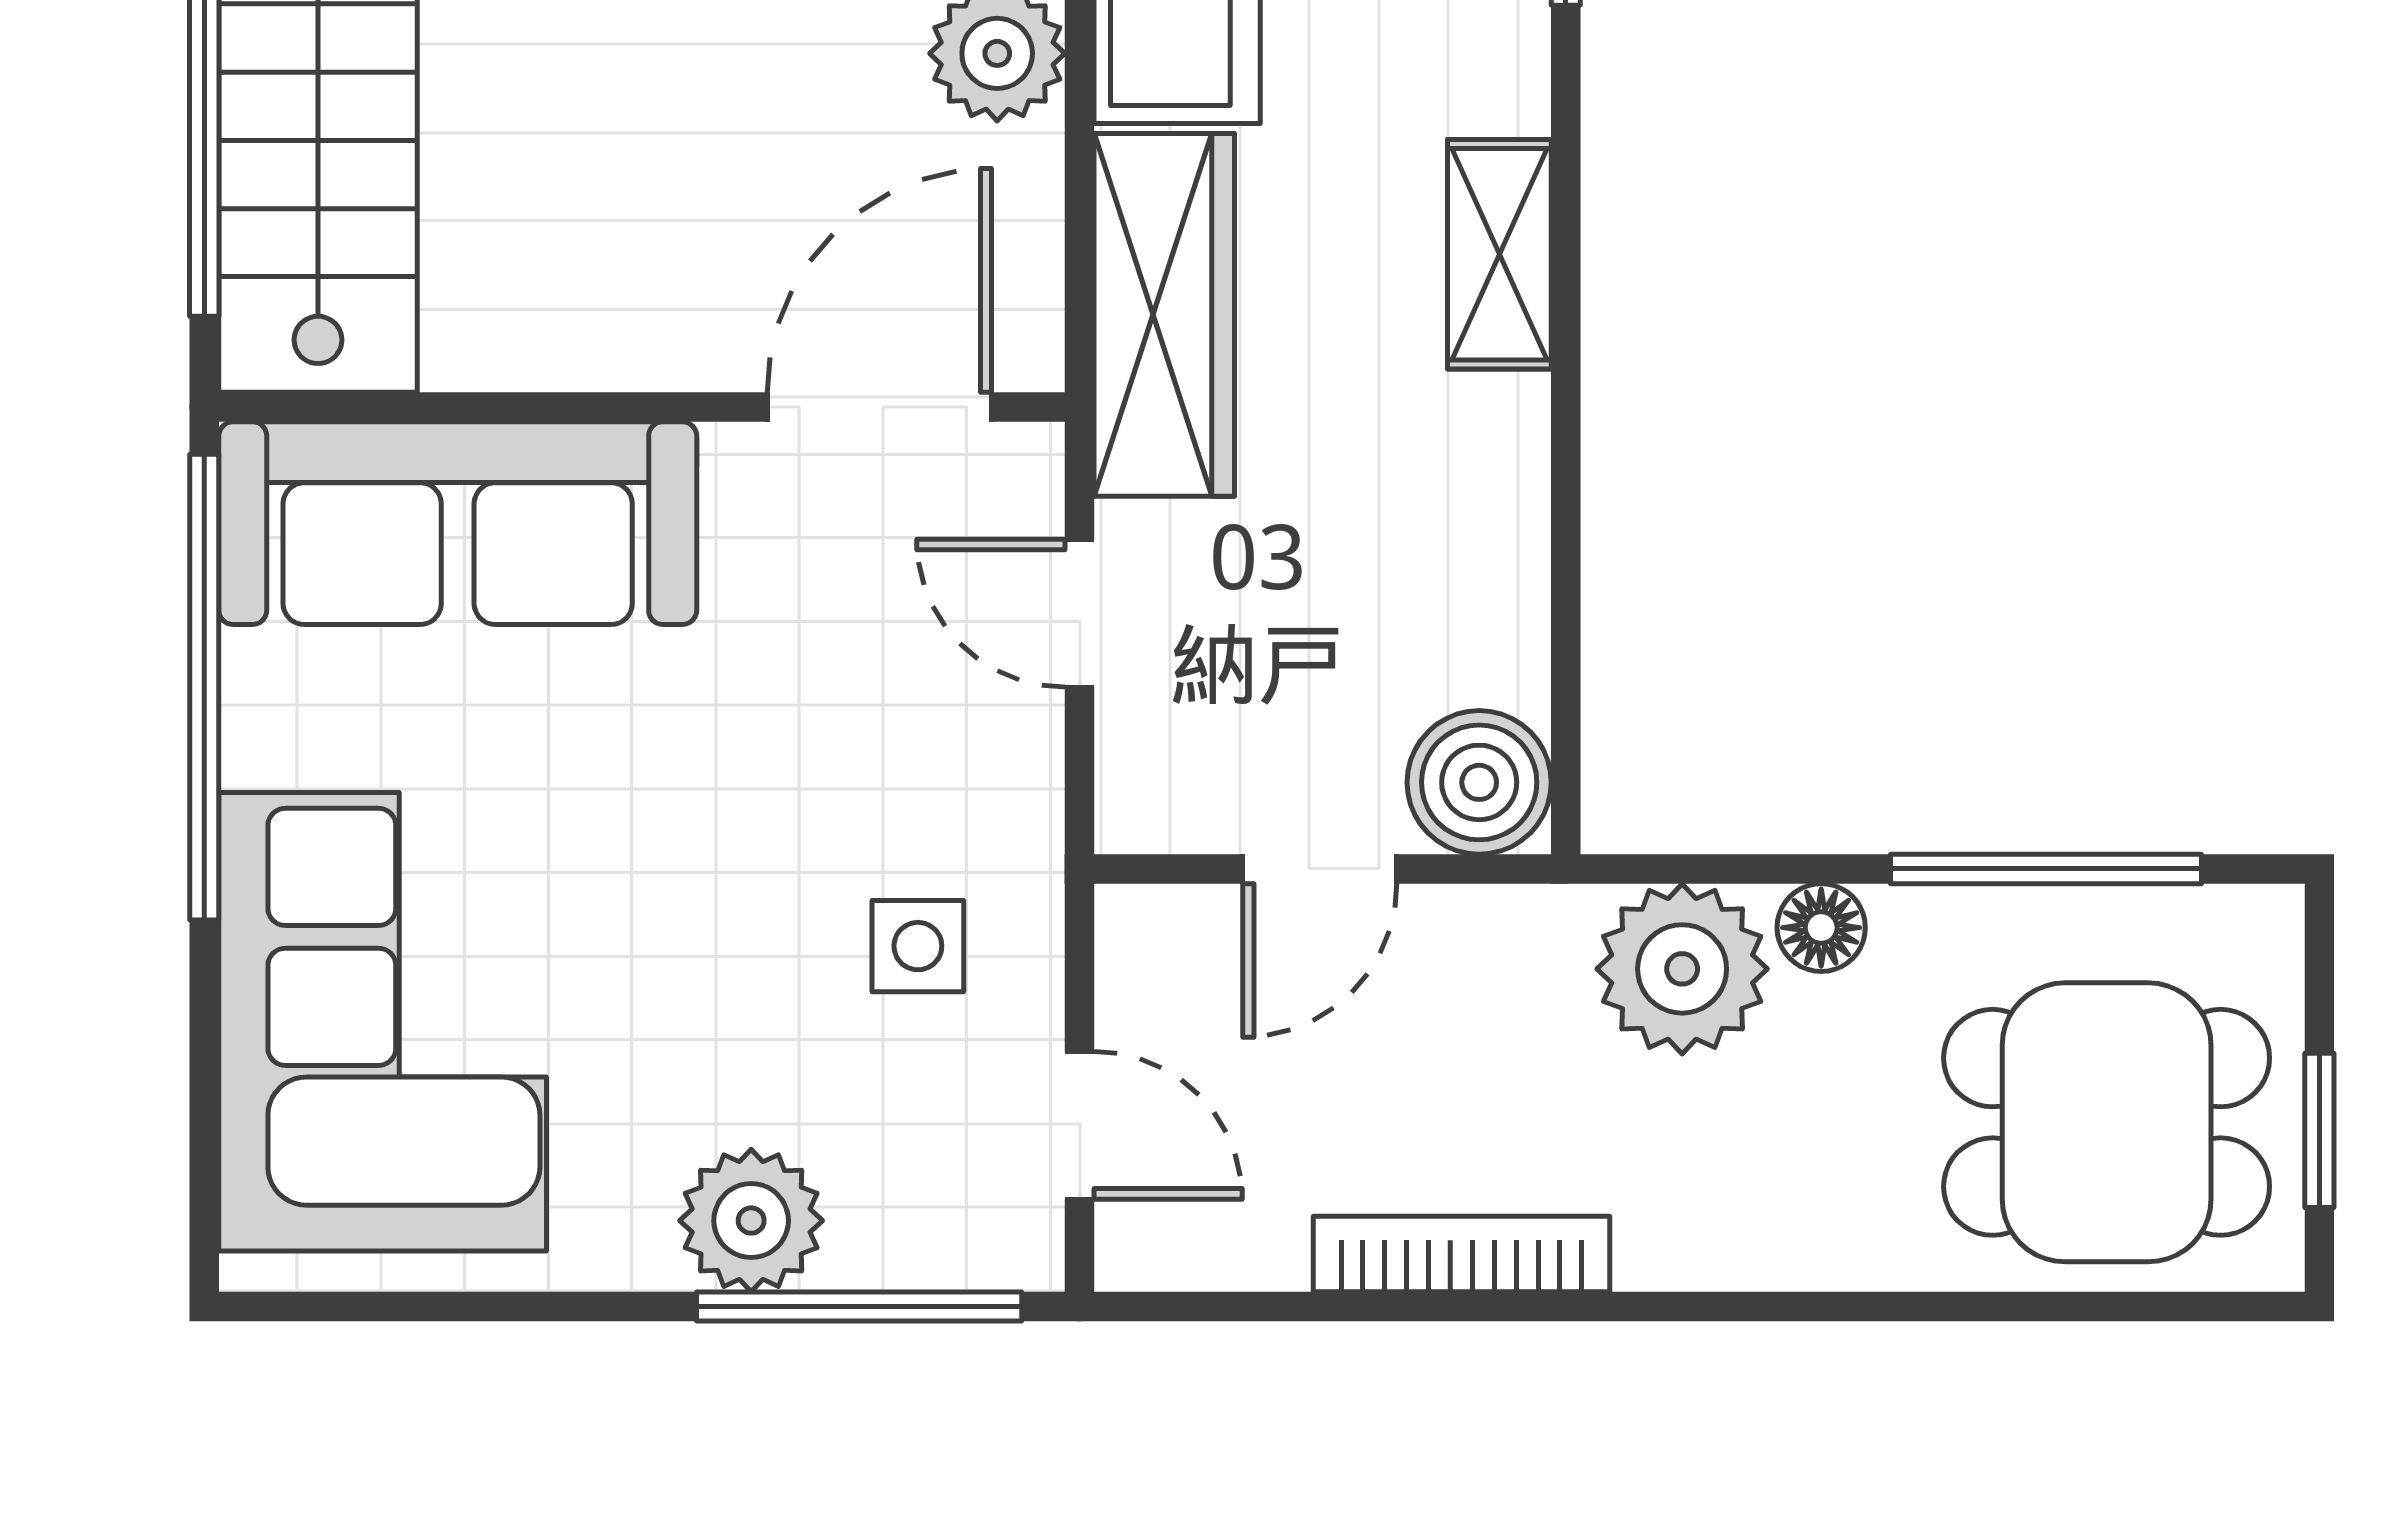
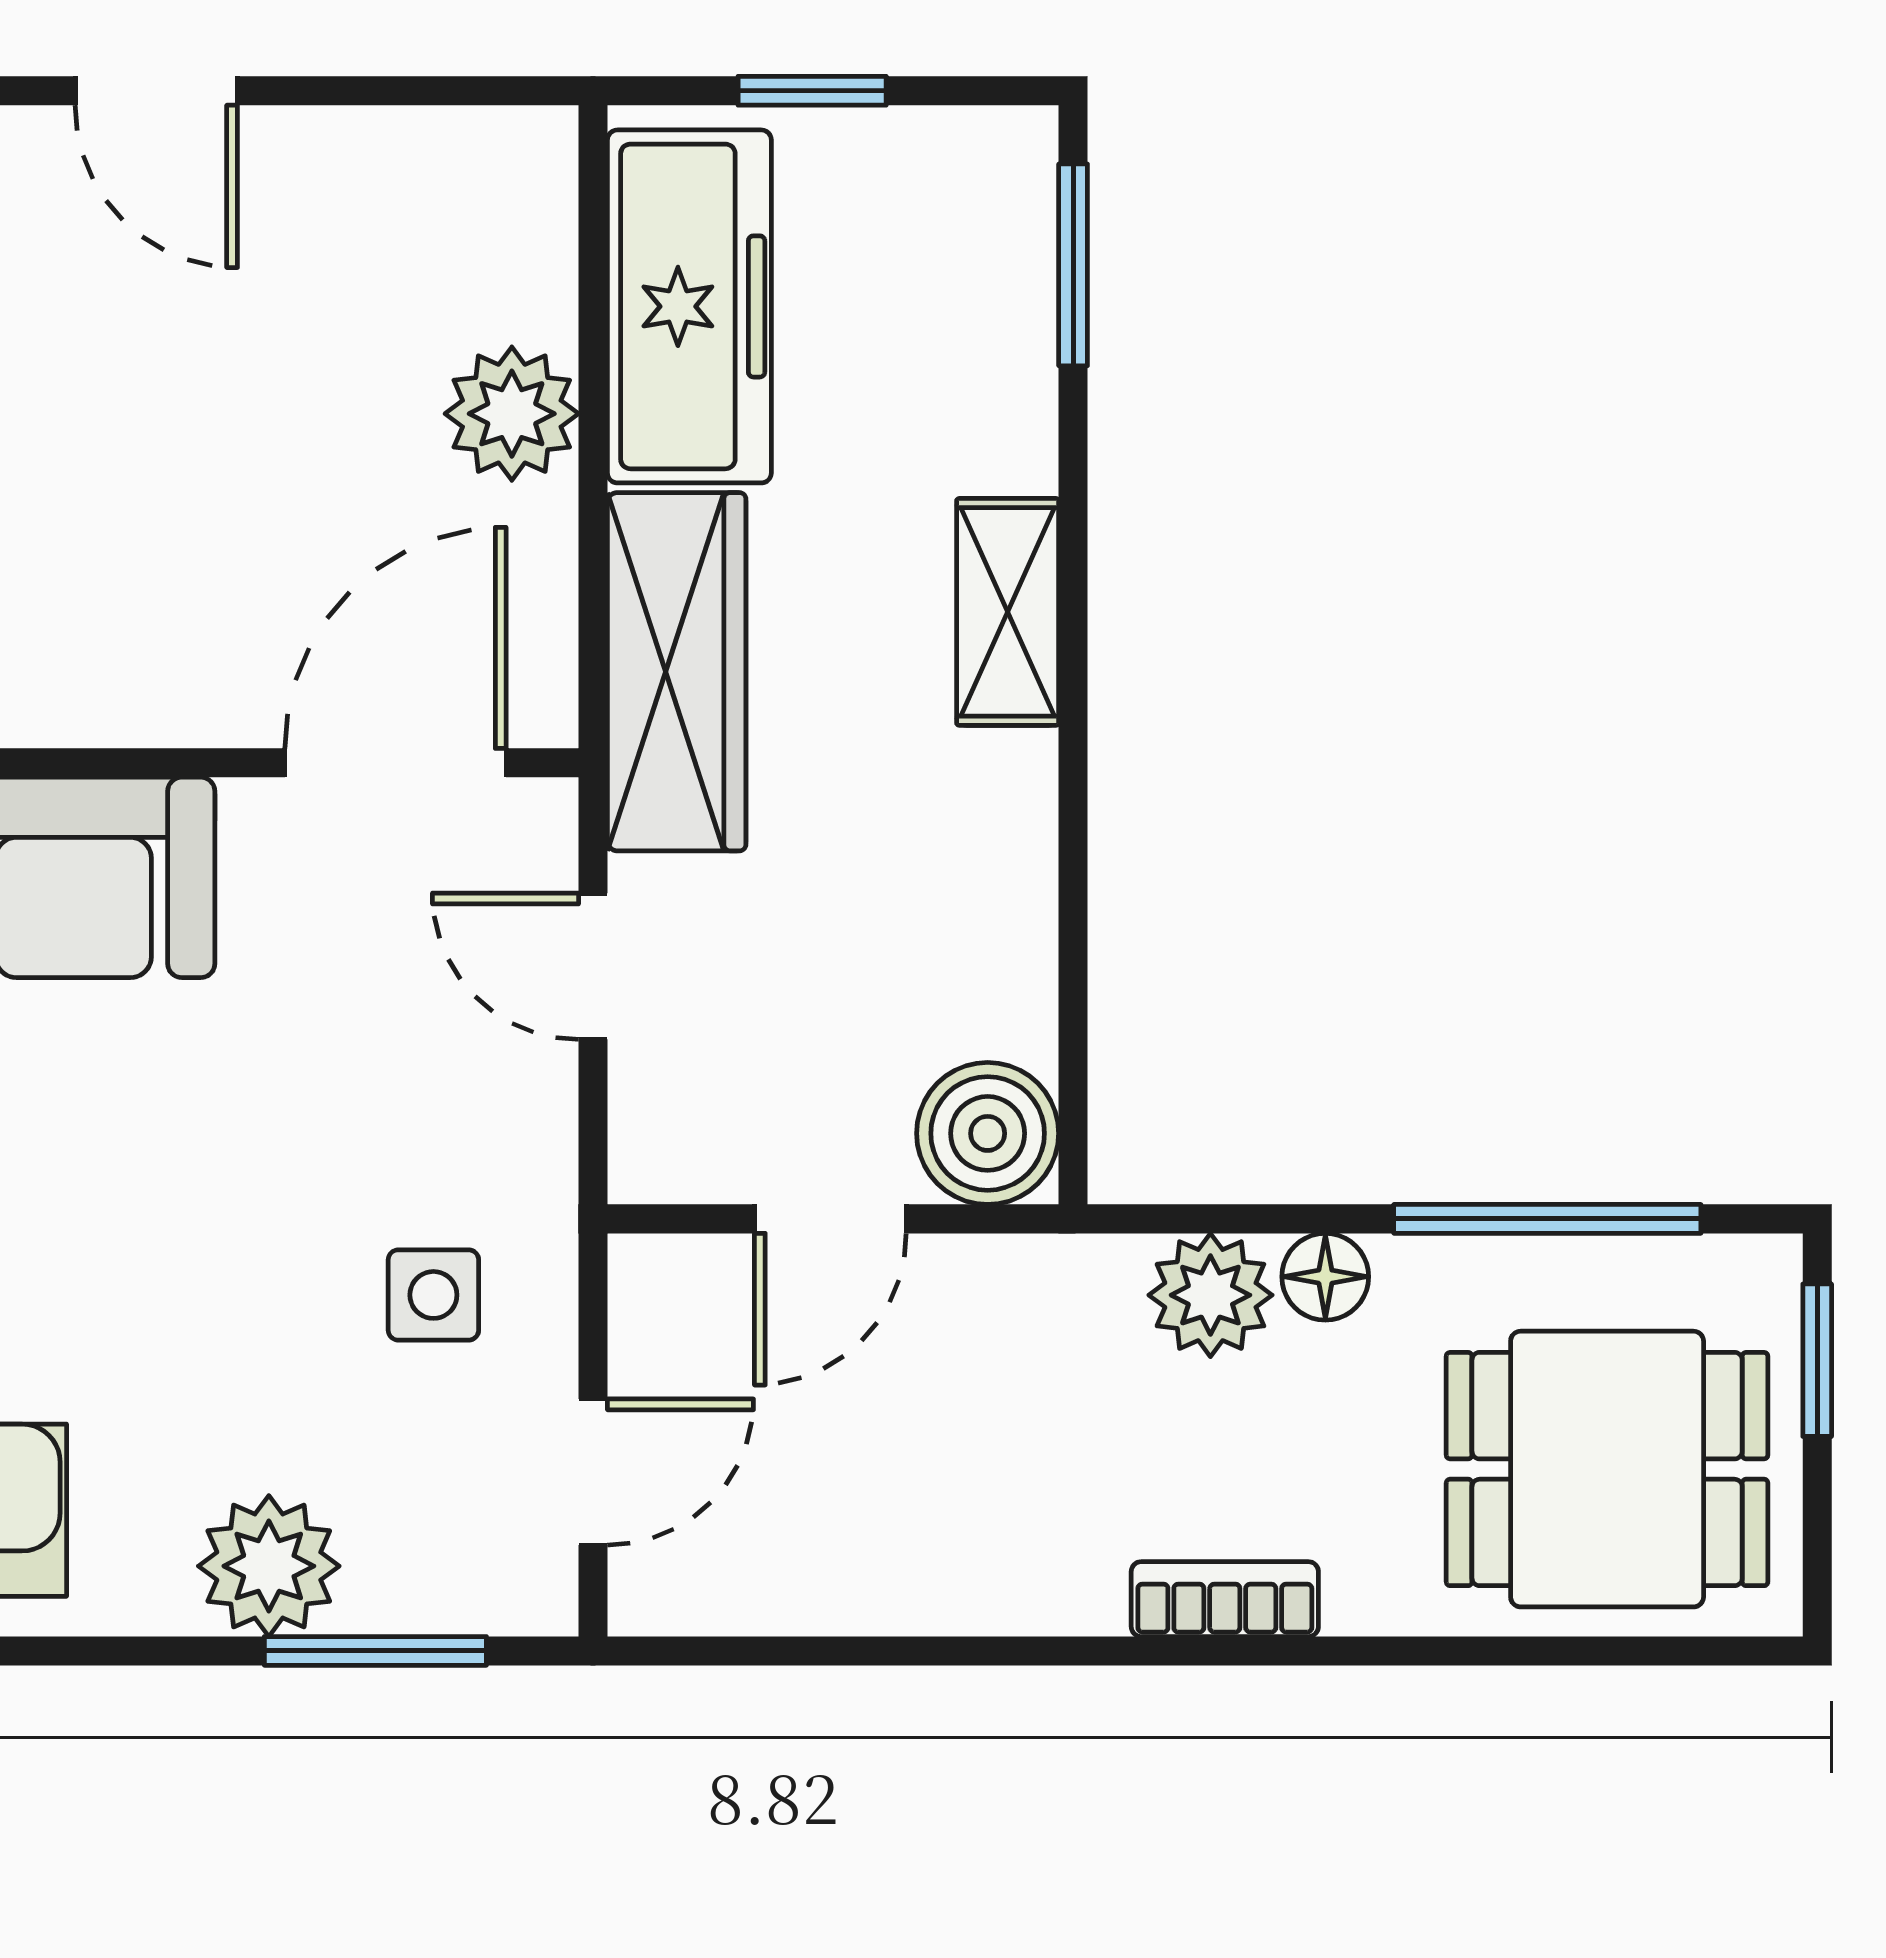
plant: (1682, 969) -> (1210, 1295), width x0.73, depth x0.73
door: (1080, 1125) -> (593, 1472), hinge flipped
window: (2319, 1130) -> (1817, 1360), moved
bookcase: (1461, 1254) -> (1225, 1599), moved, width x0.64
window: (859, 1307) -> (375, 1651), width x0.69

